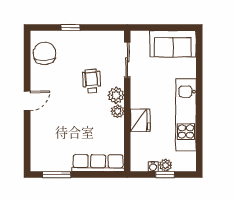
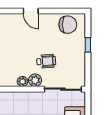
sliding door: (127, 60) -> (63, 89), width x1.37
fridge: (140, 120) -> (16, 99), removed

